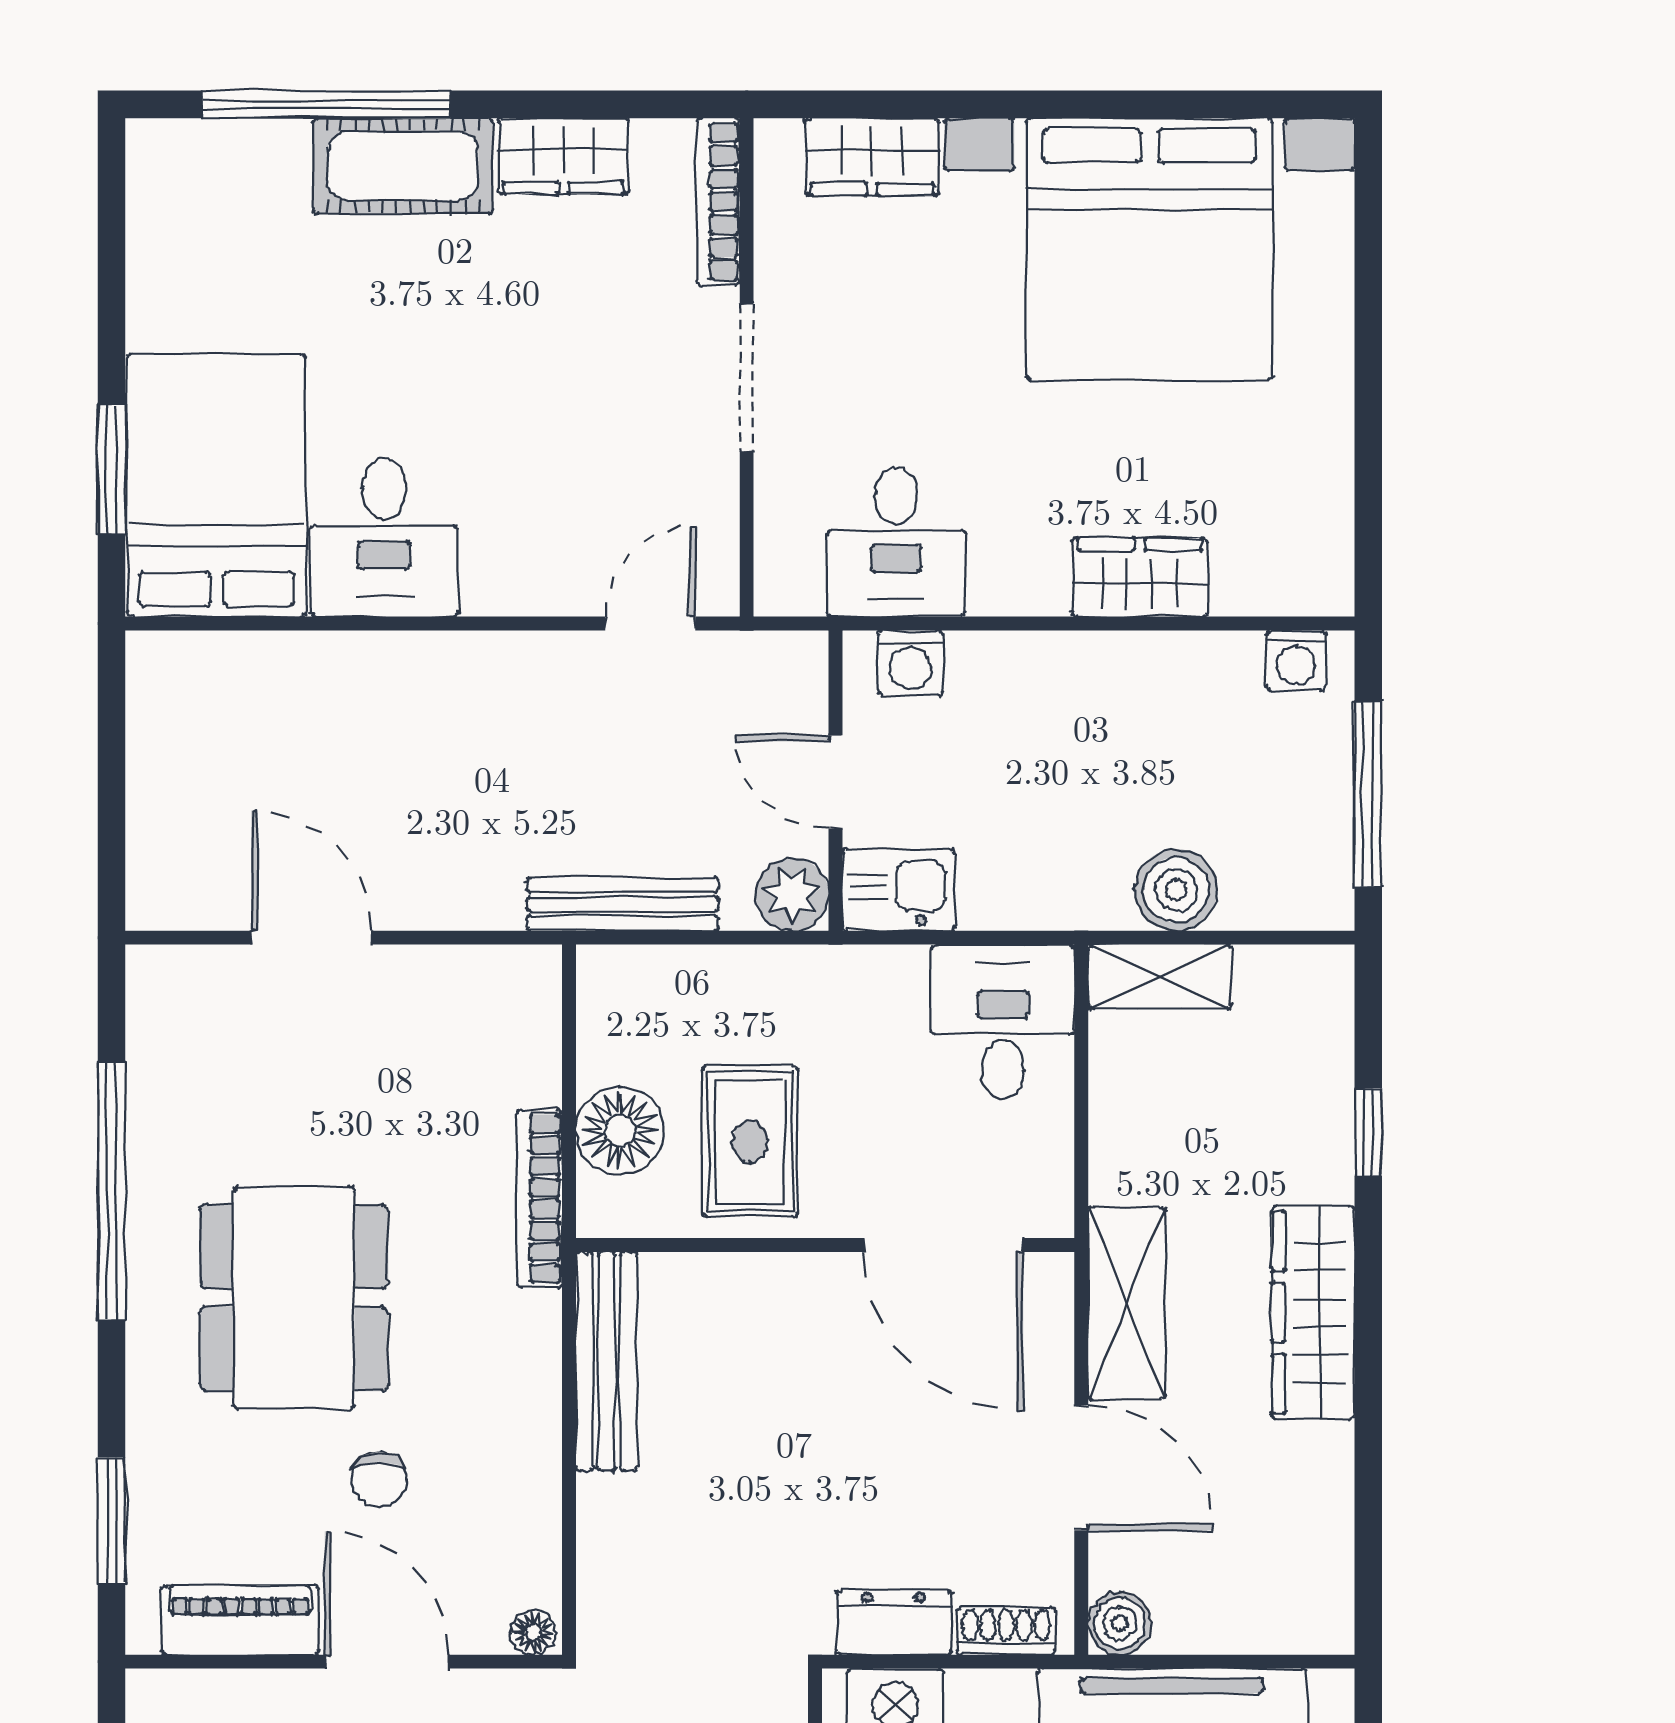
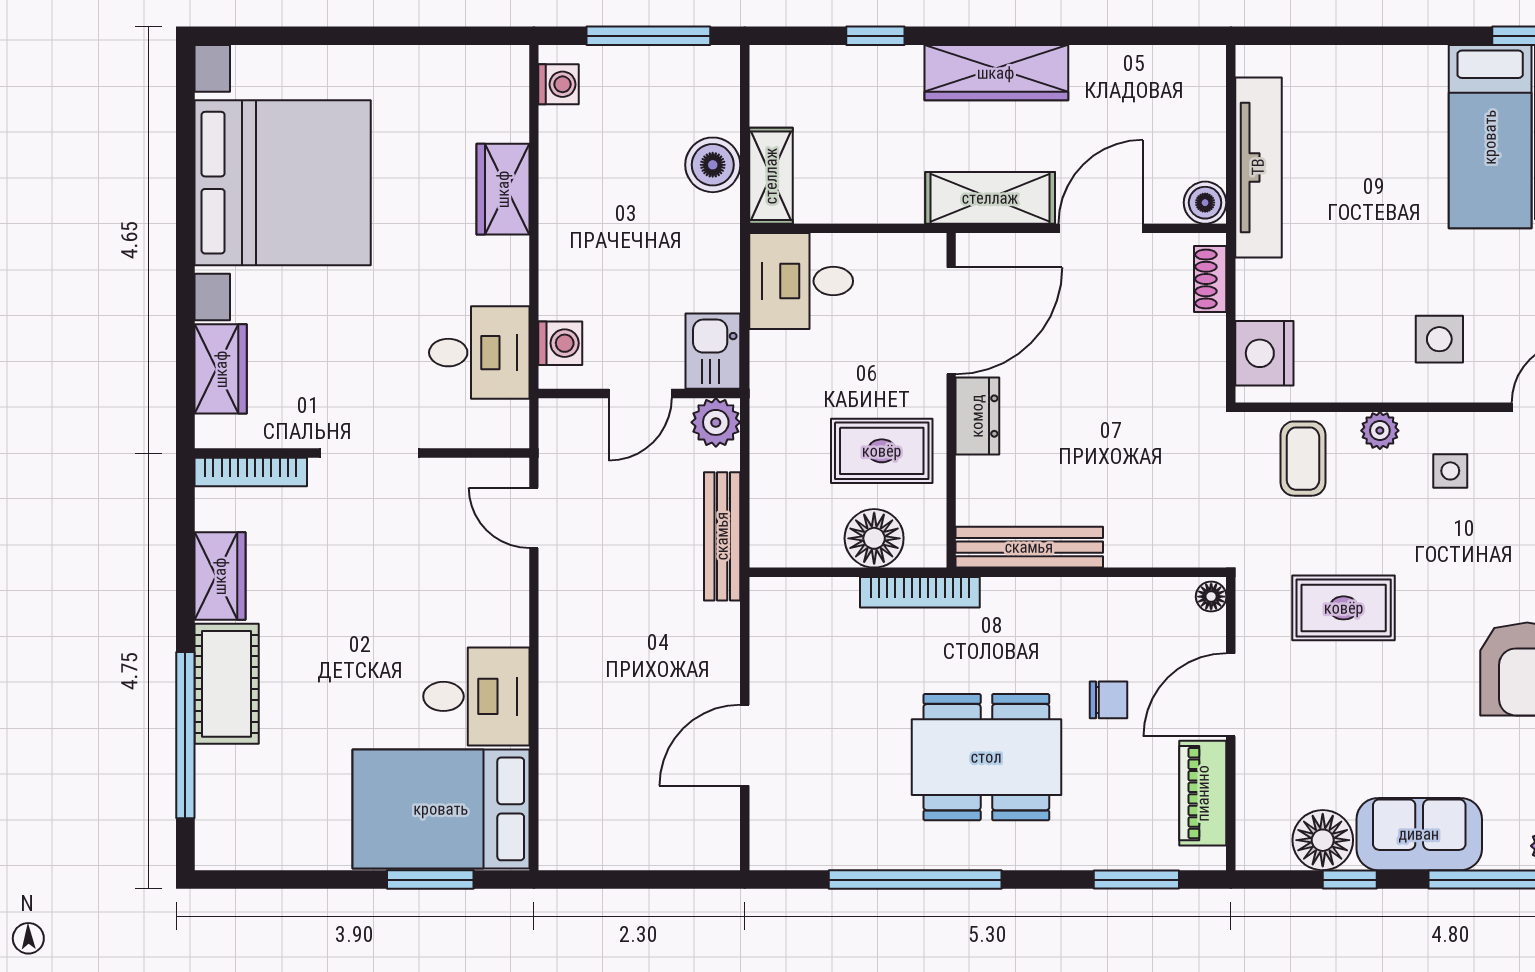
dresser: (894, 1623) -> (977, 416), moved, turned 180

